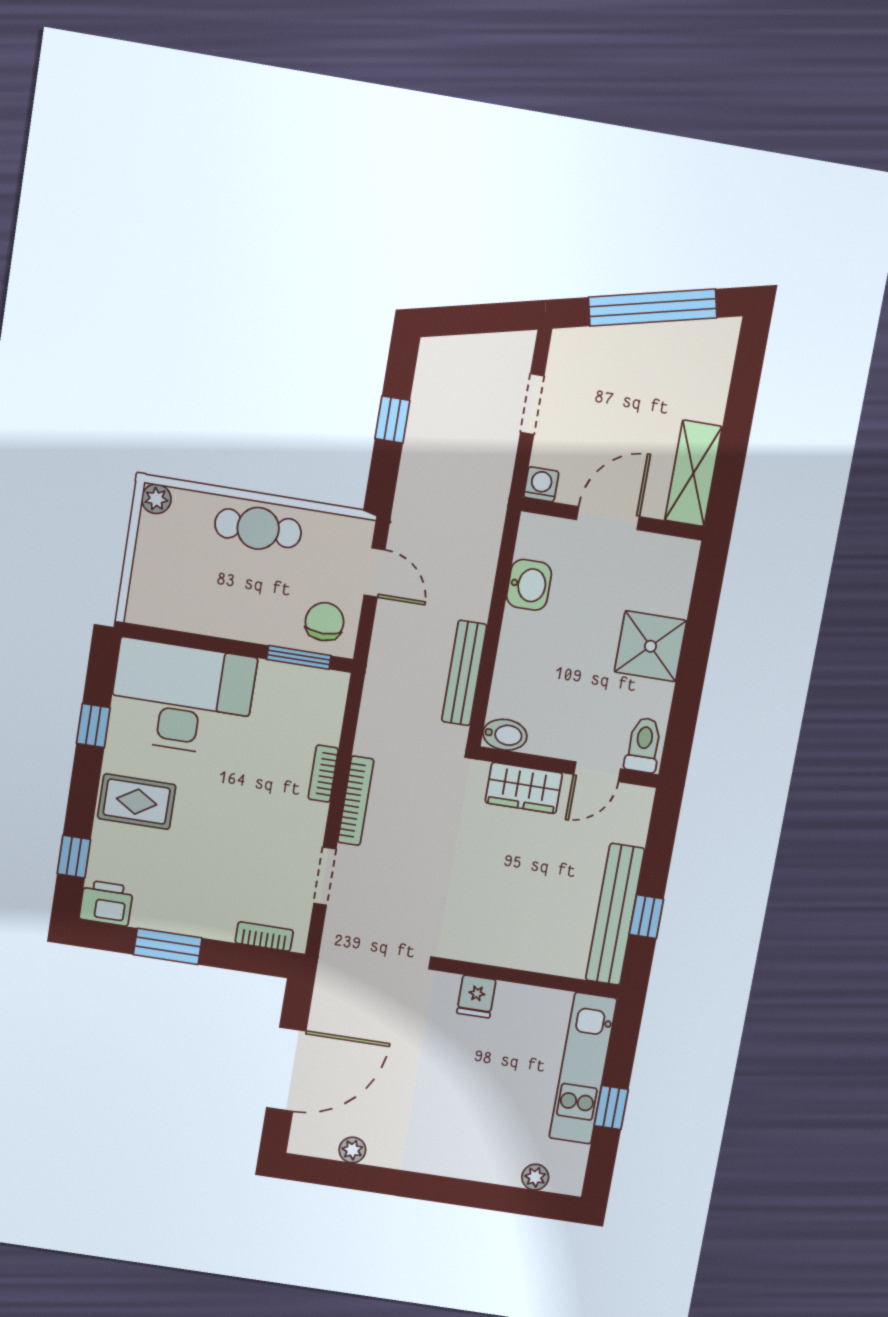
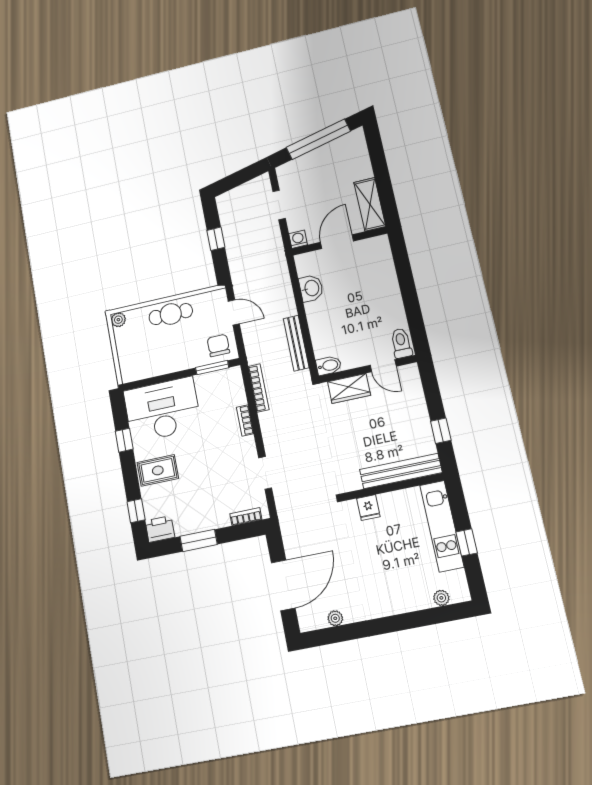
shower: (650, 646) -> (384, 293), removed
door: (597, 772) -> (383, 366), hinge flipped
bookcase: (356, 801) -> (259, 388), moved
bench: (615, 914) -> (401, 471), moved, turned 90

